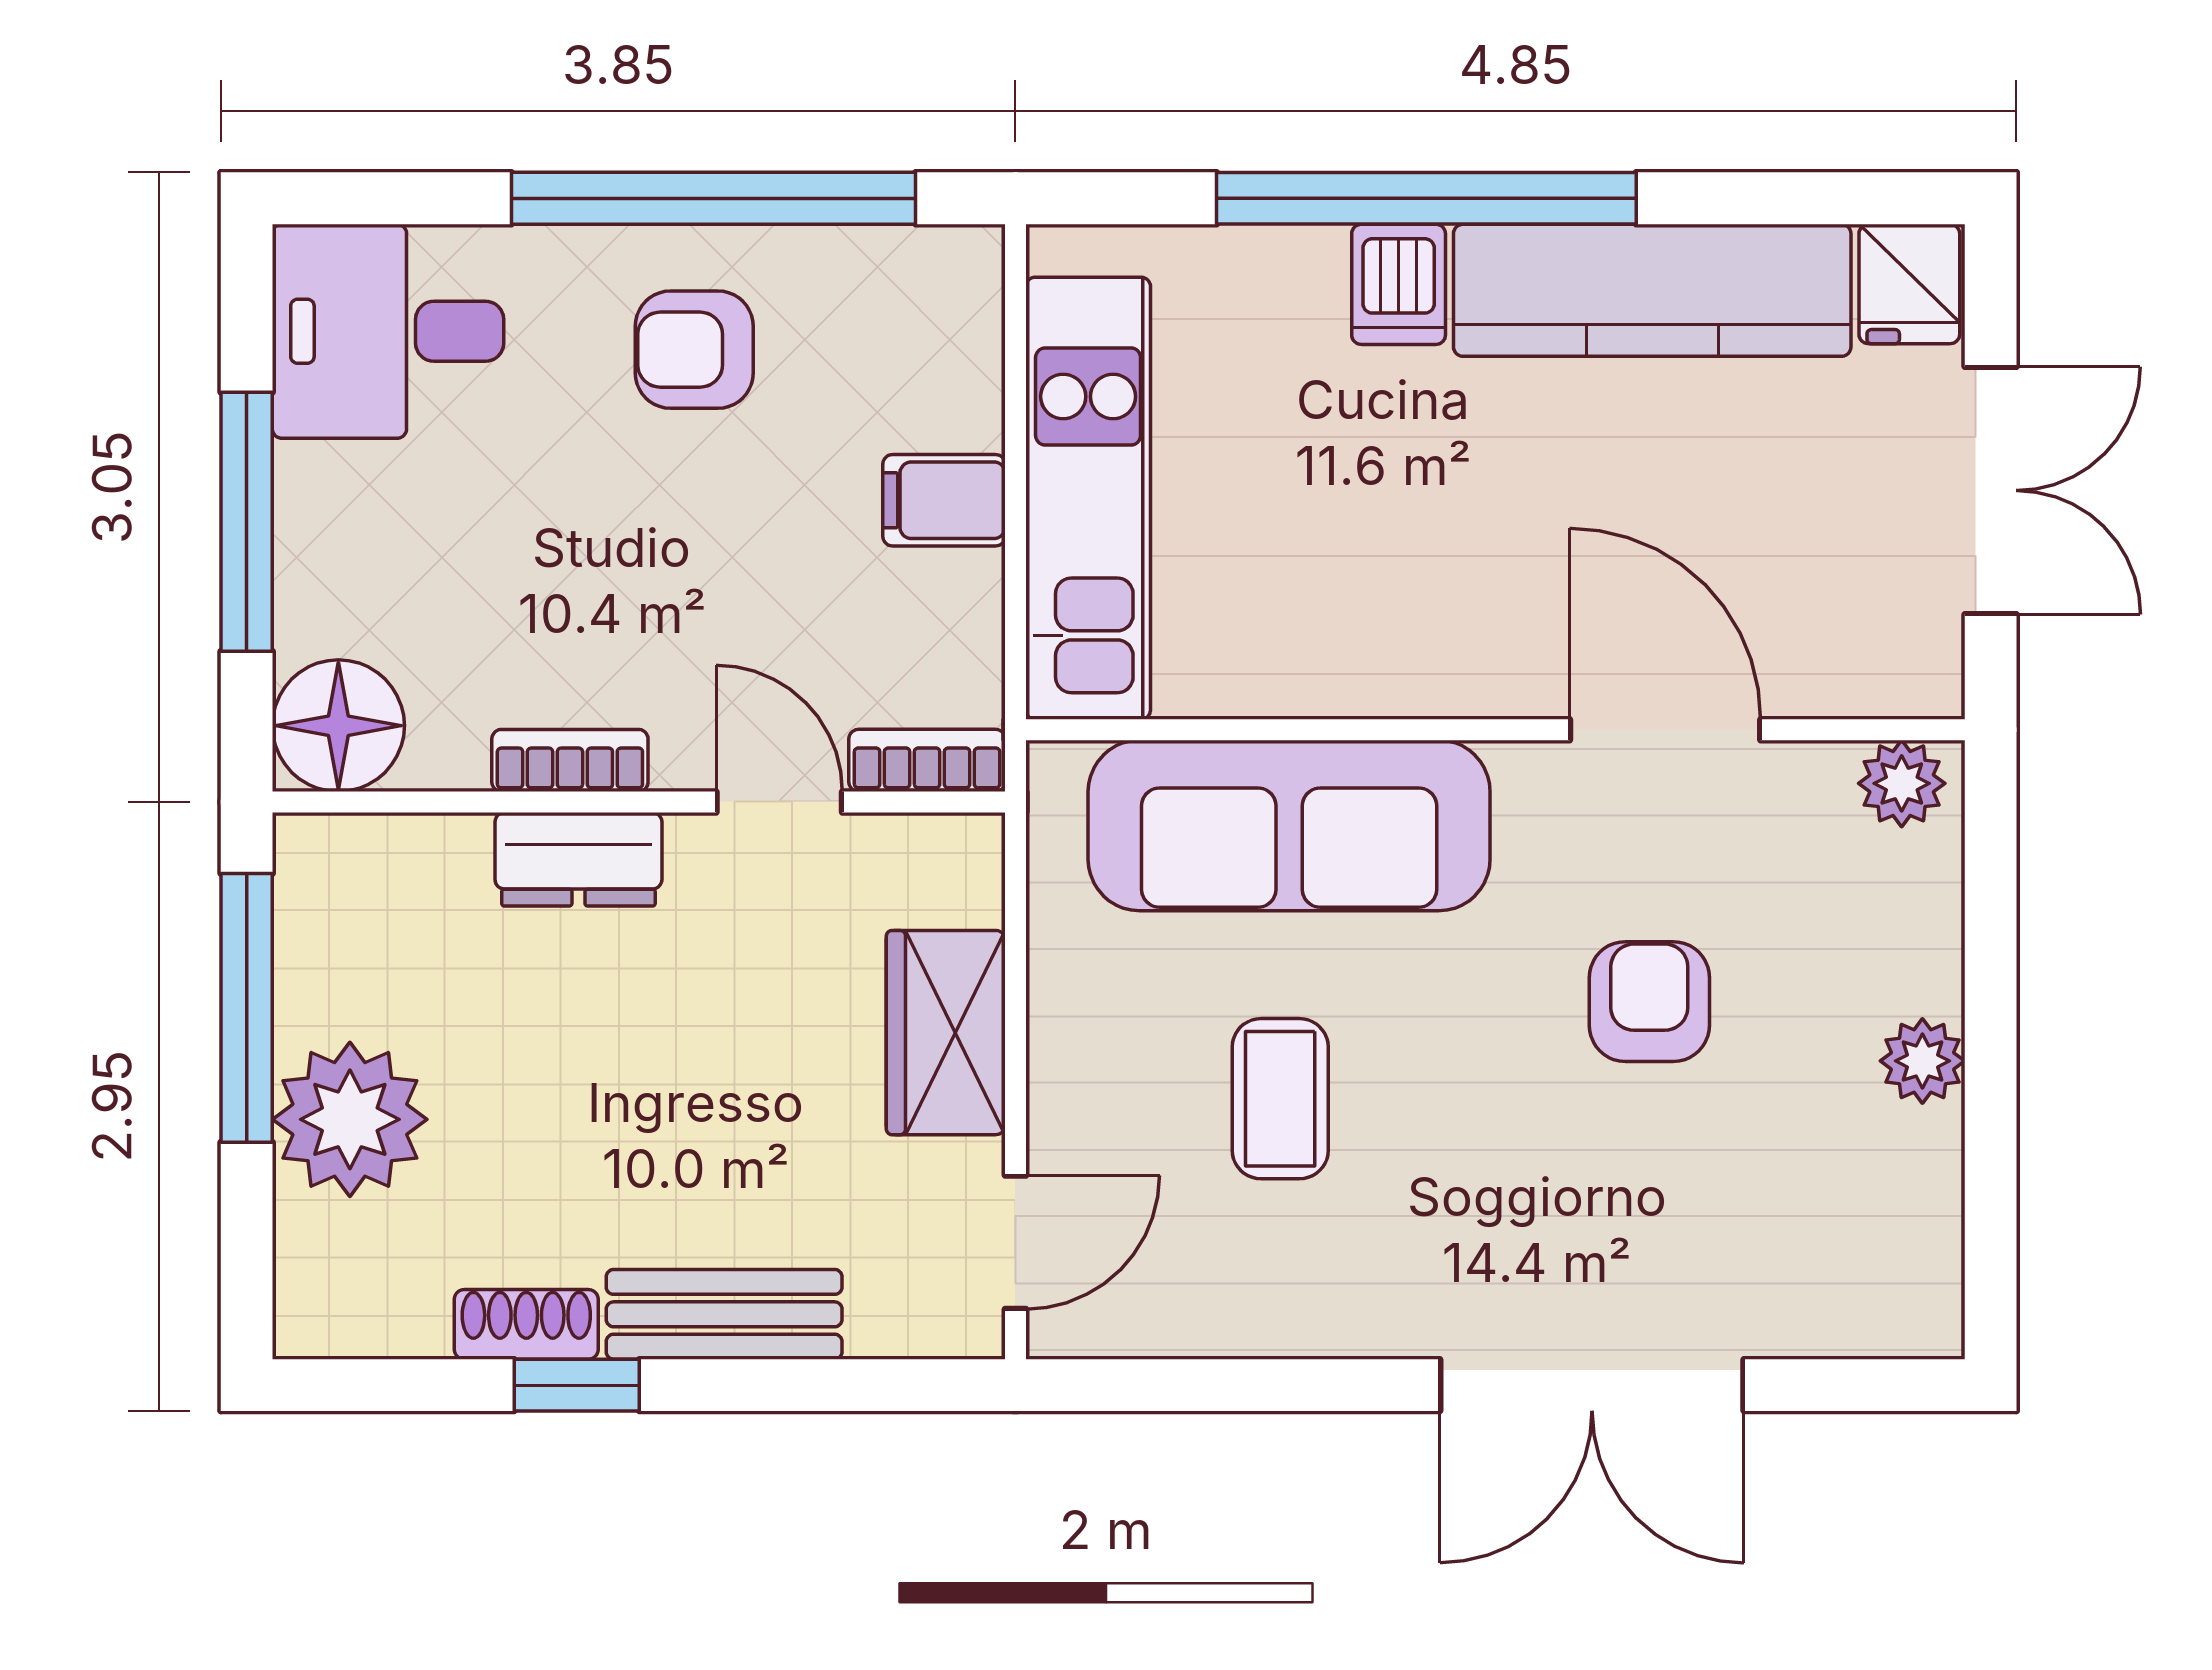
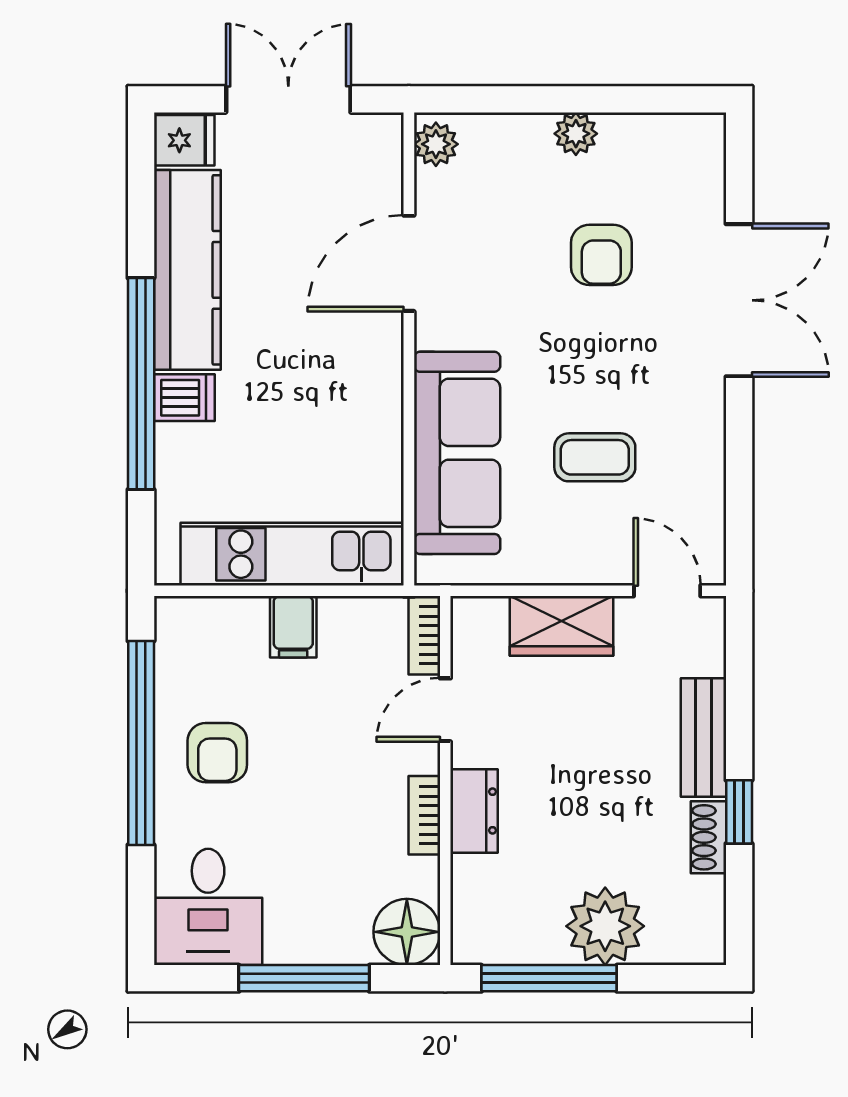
armchair: (1649, 1002) -> (601, 255), moved, turned -90

